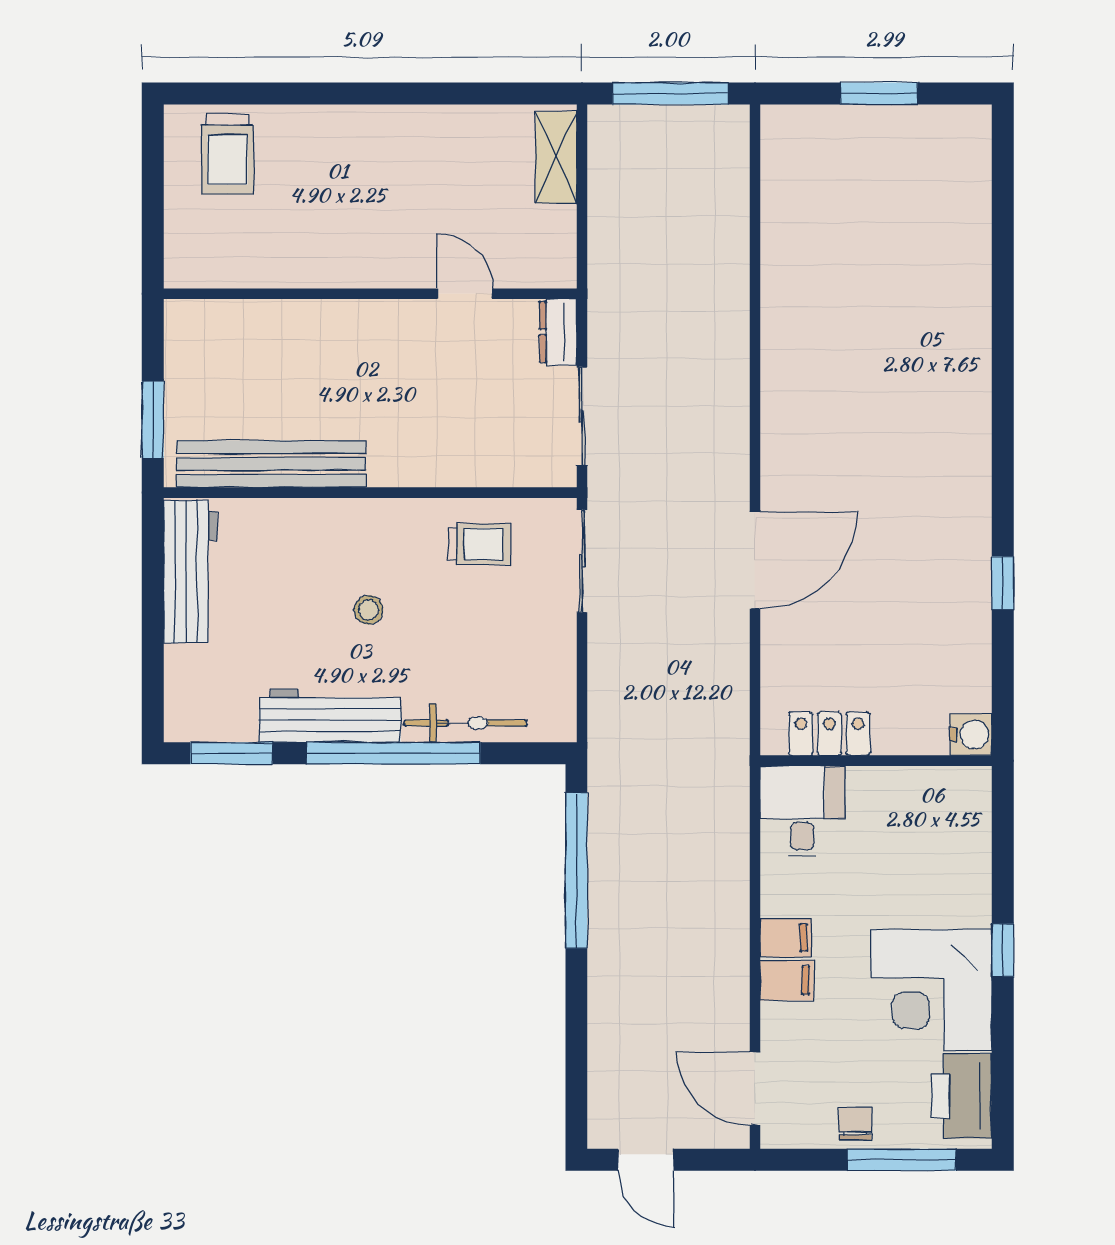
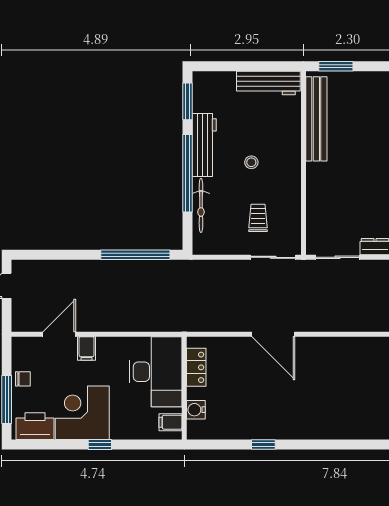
trolley: (479, 544) -> (258, 218), moved, turned 180
water cooler: (971, 735) -> (196, 410), moved, turned 90
desk: (802, 811) -> (156, 372), width x1.87, depth x1.30
filing cabinet: (786, 938) -> (171, 422), moved, turned 90
door: (755, 1088) -> (59, 334), moved

